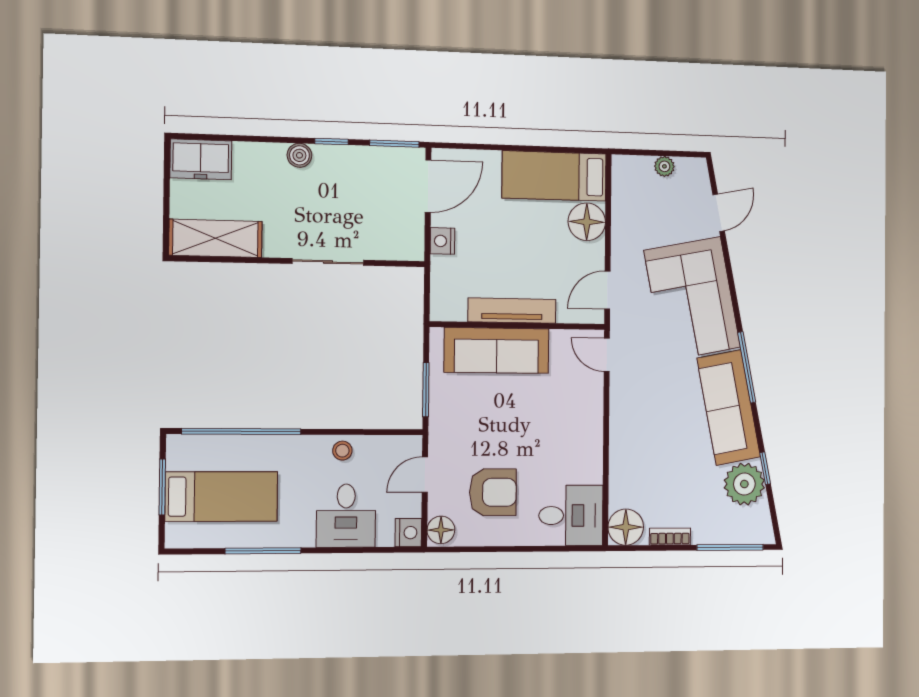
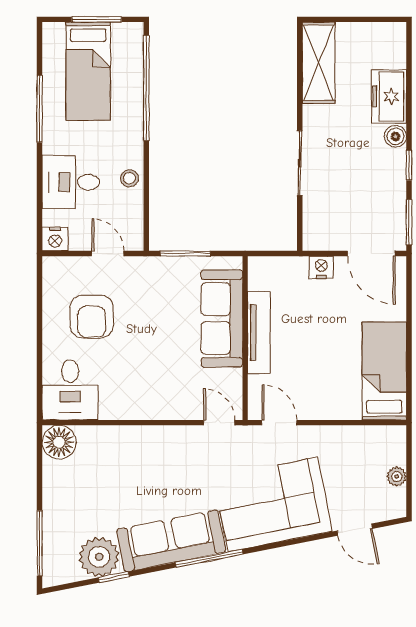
freezer: (201, 159) -> (389, 96), moved
floor lamp: (587, 222) -> (343, 402), removed
door: (607, 355) -> (219, 423), hinge flipped
floor lamp: (441, 530) -> (57, 269), removed
bookcase: (670, 537) -> (50, 485), removed

